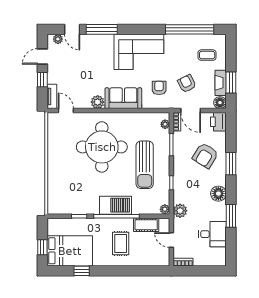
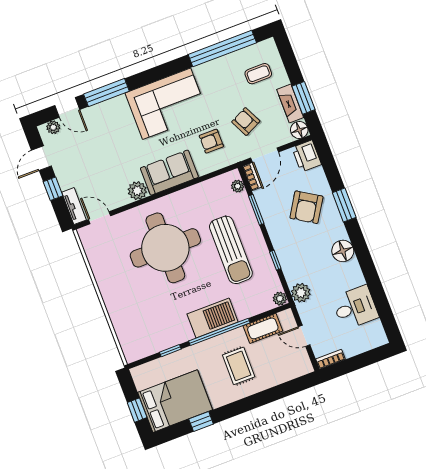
armchair: (159, 88) -> (211, 141), turned -90
door: (191, 111) -> (265, 155), hinge flipped
window: (231, 216) -> (371, 274), removed

